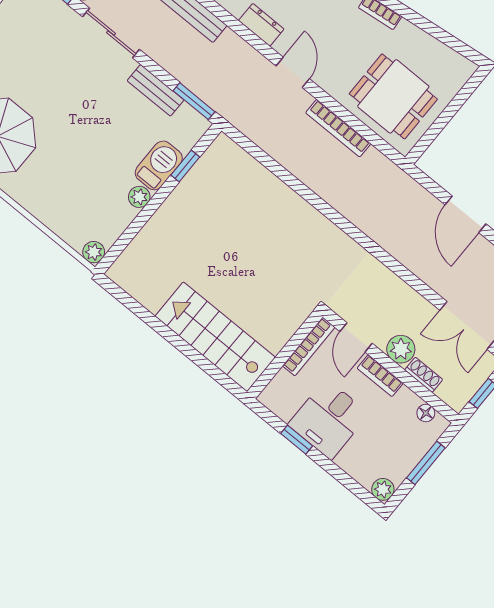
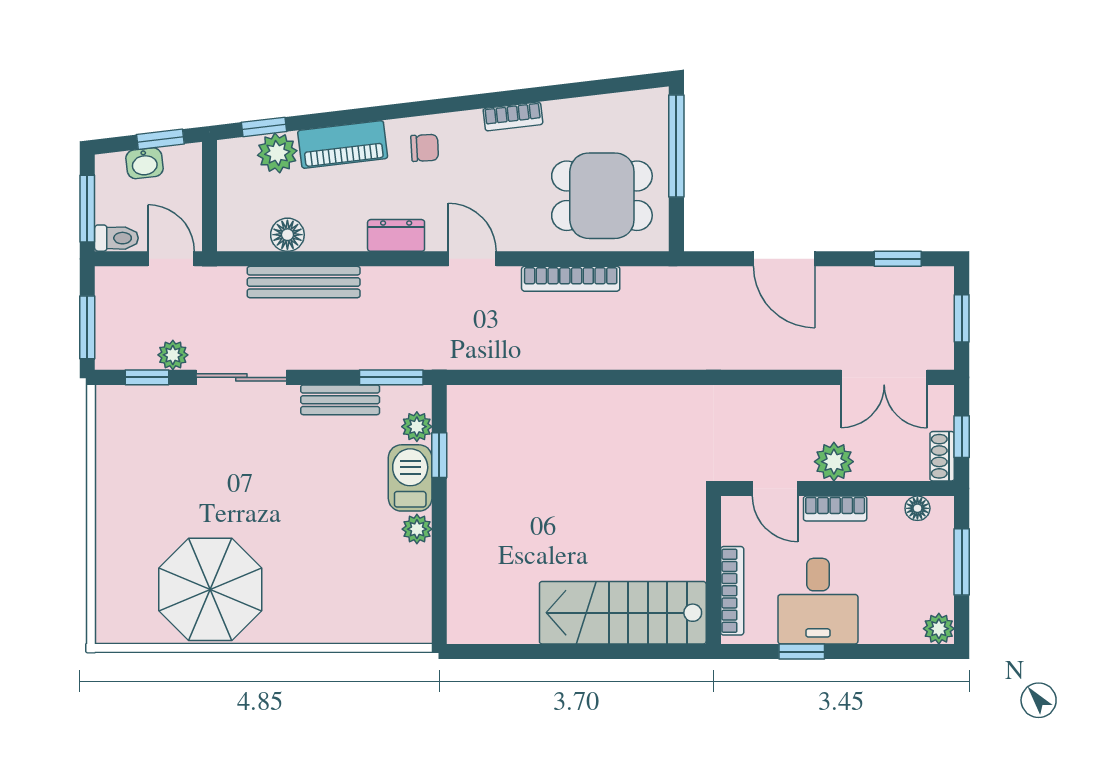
window: (457, 103) -> (676, 146), added
plant: (94, 252) -> (417, 427), moved
bookcase: (309, 346) -> (732, 591), moved
shoe rack: (424, 375) -> (942, 456), moved, turned -90

